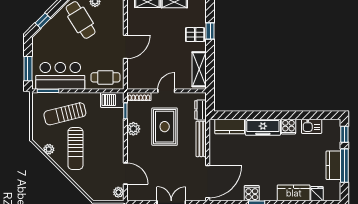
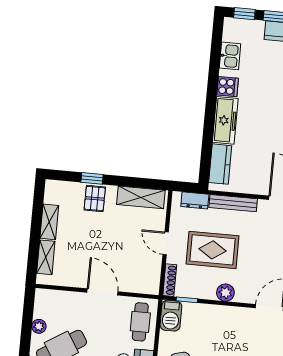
plant: (133, 129) -> (225, 293), moved

